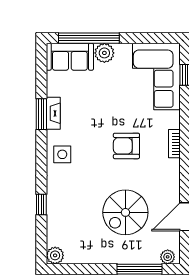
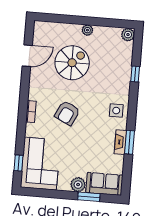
window: (89, 38) -> (89, 197), width x0.47
armchair: (126, 146) -> (67, 113), turned 116
plant: (168, 257) -> (87, 30), moved
window: (139, 269) -> (65, 19), removed

